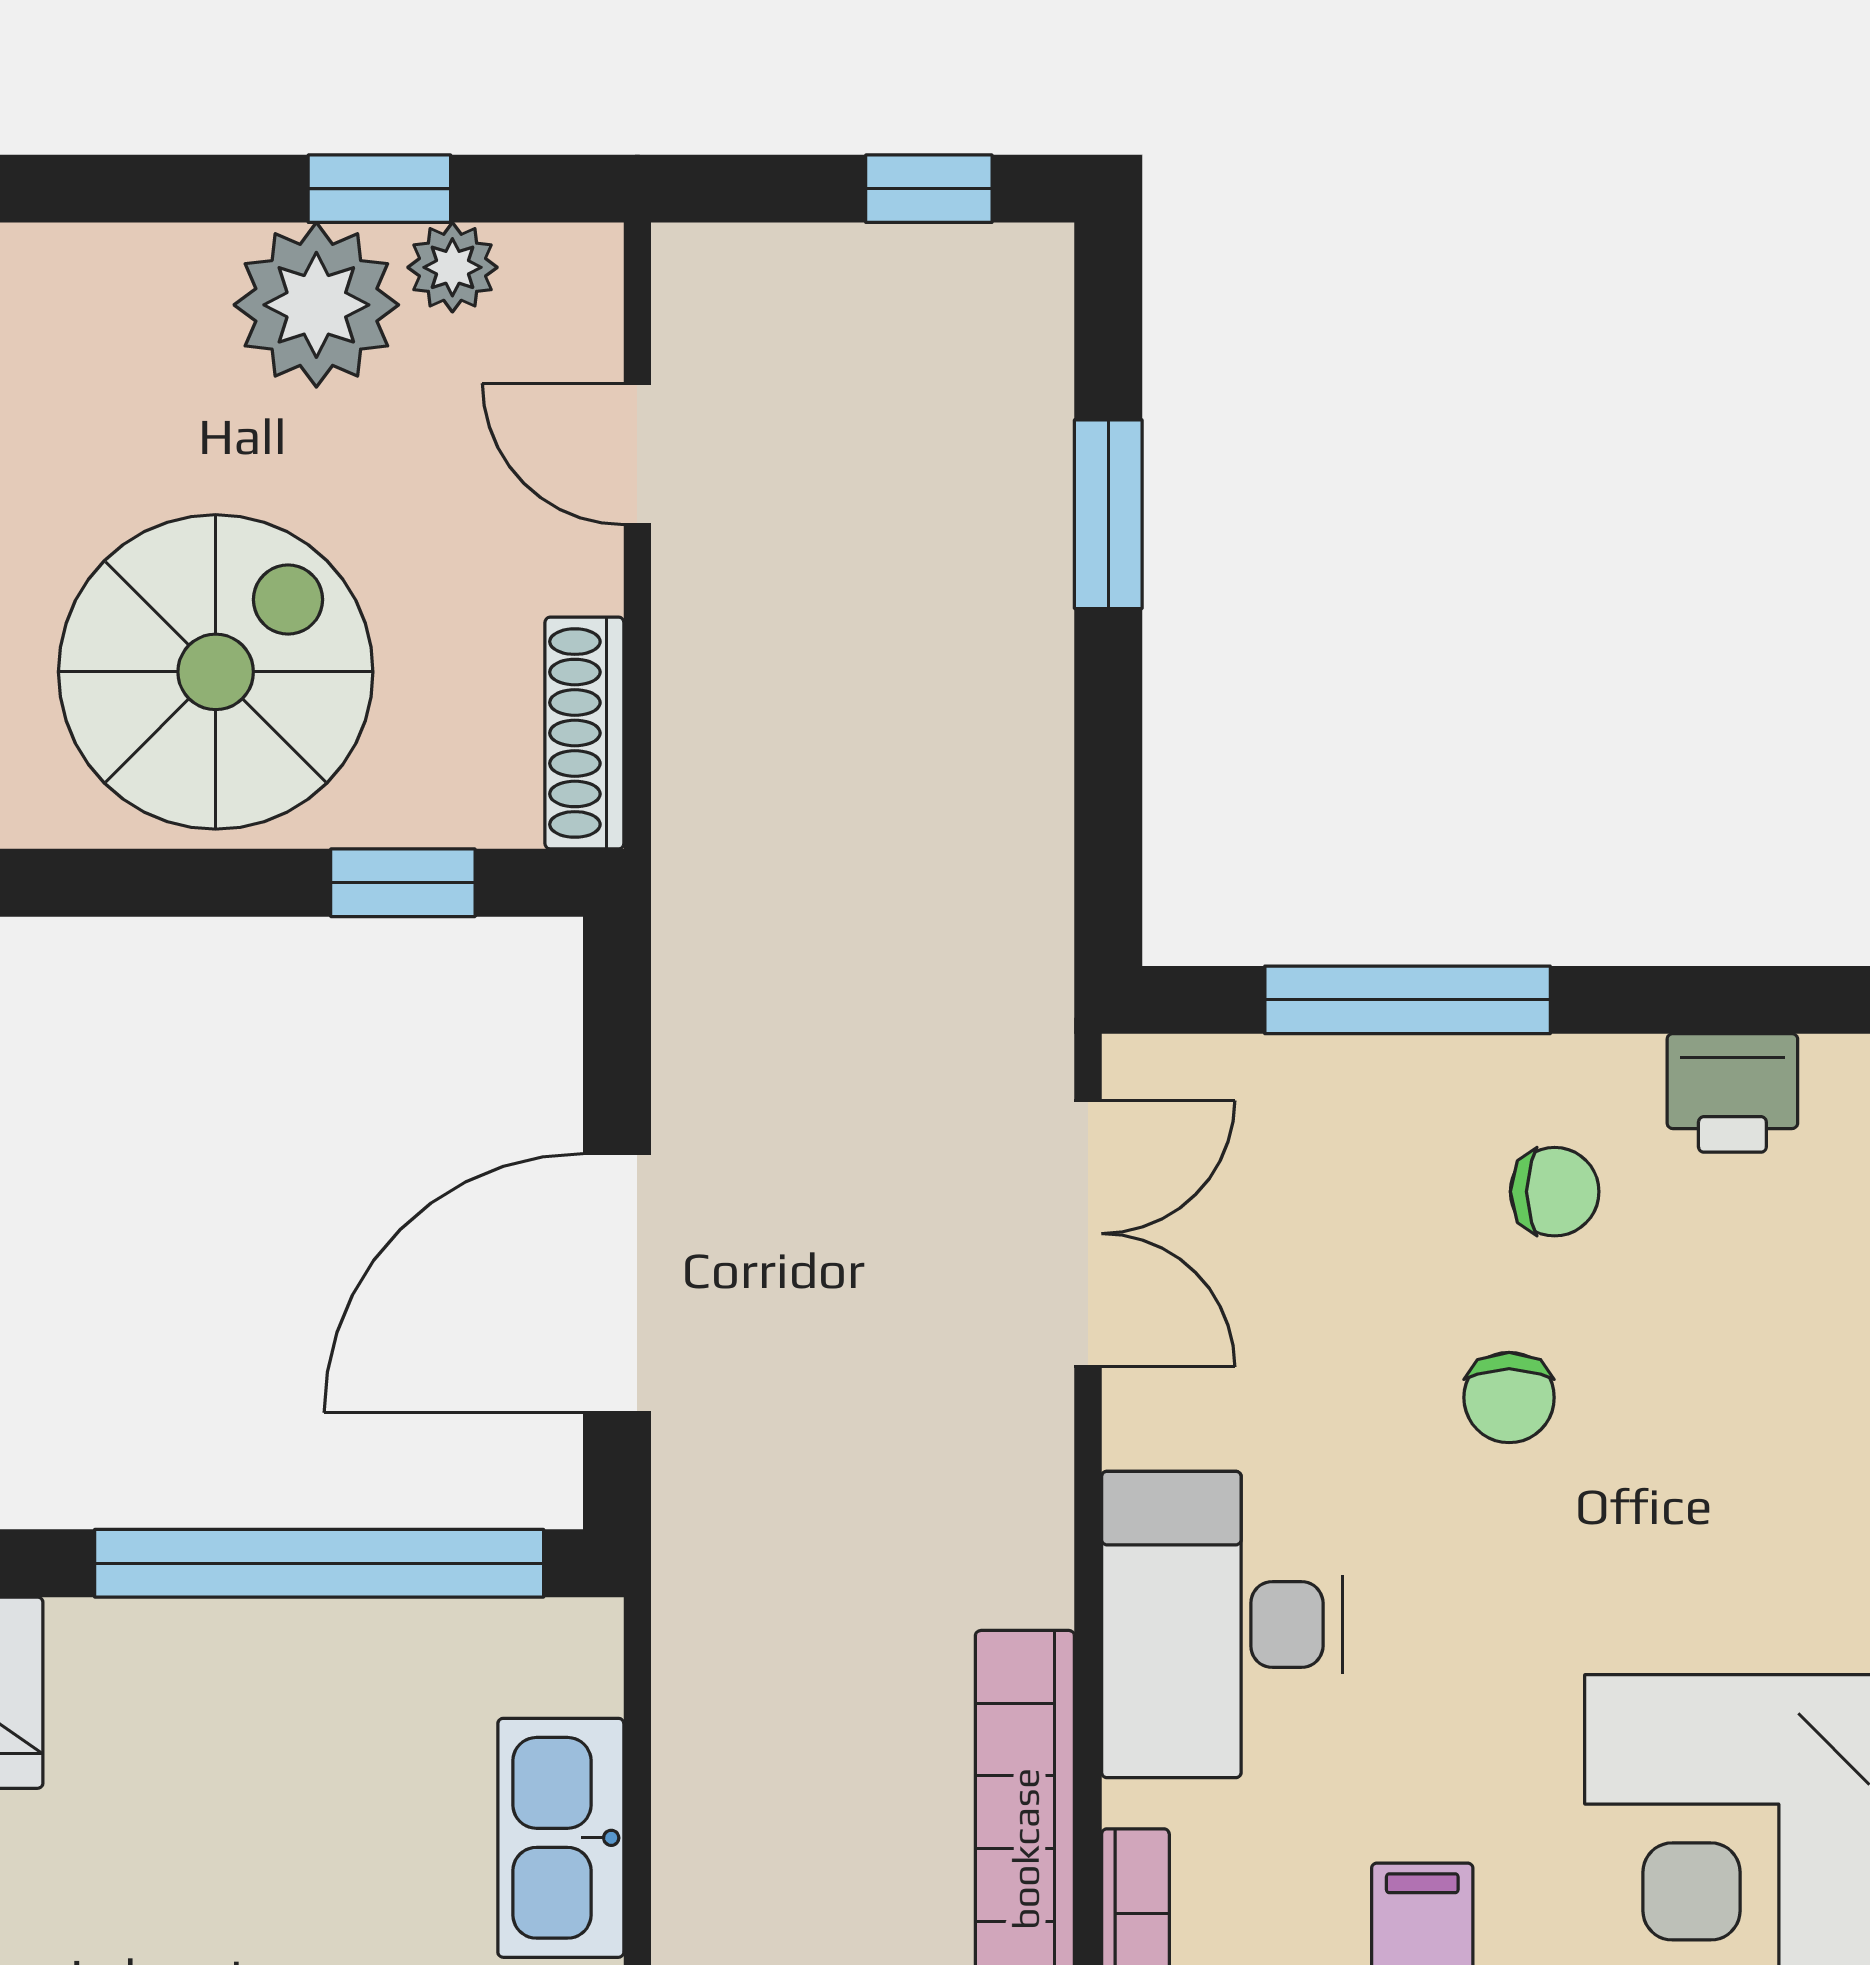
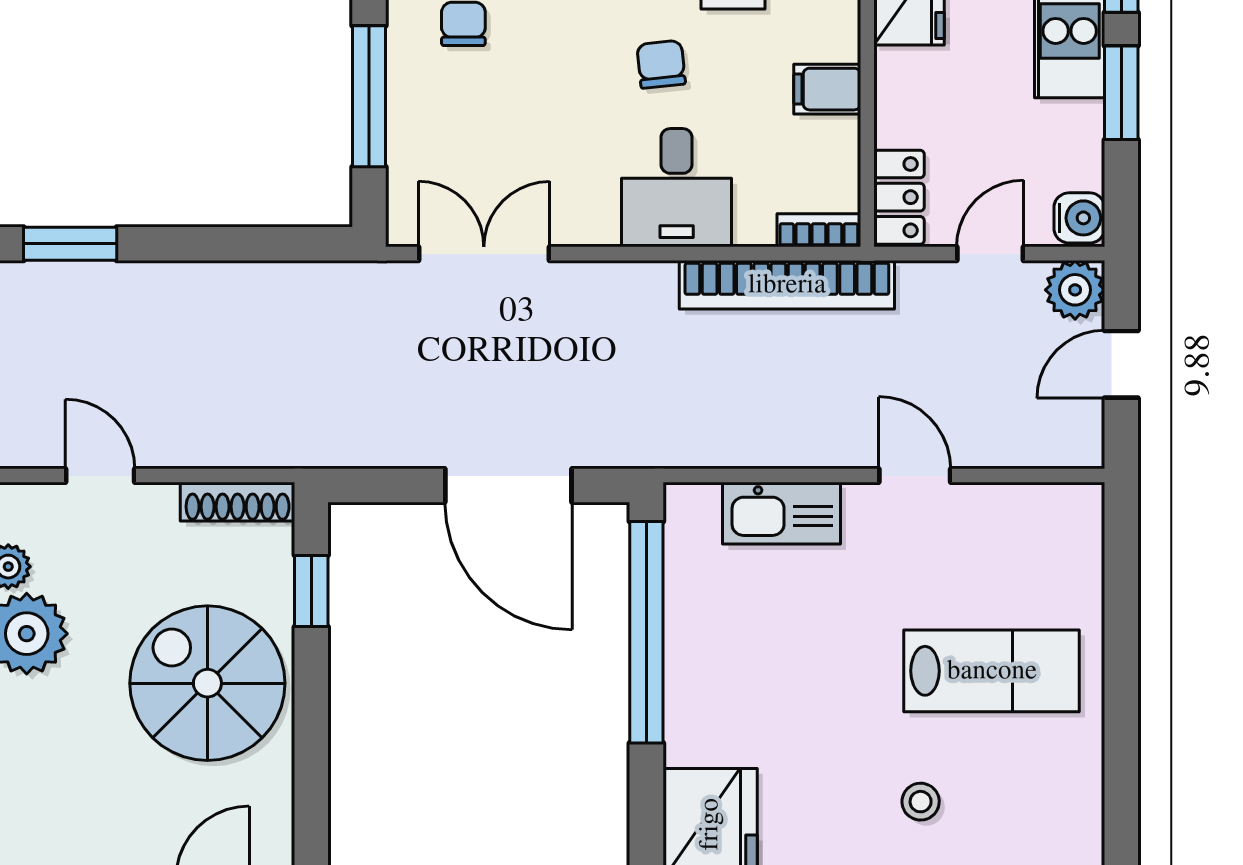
door: (637, 454) -> (100, 476), swing flipped
window: (1108, 514) -> (70, 244), moved
chair: (1509, 1398) -> (661, 64), moved, turned -96
desk: (1222, 1625) -> (677, 188), width x0.73

